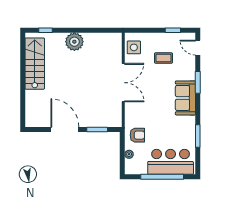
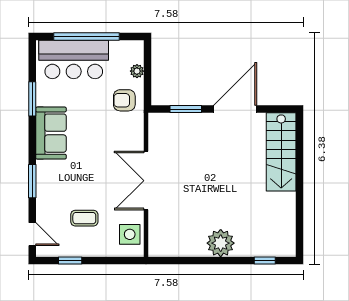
stairs: (35, 64) -> (281, 152), moved
sofa: (185, 98) -> (51, 133), moved
door: (65, 129) -> (235, 109), swing flipped

